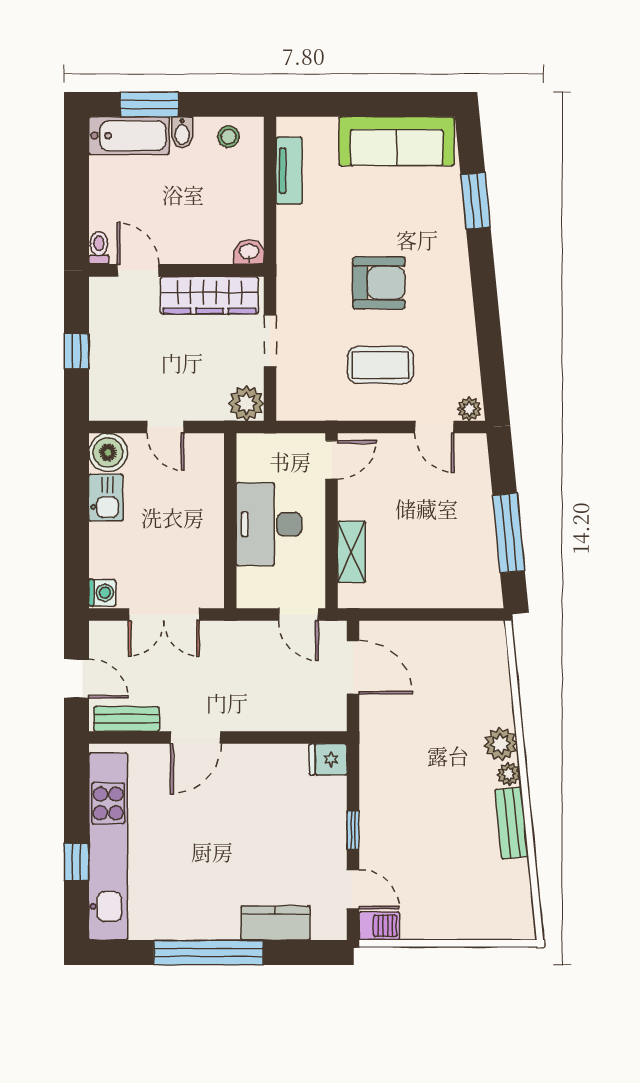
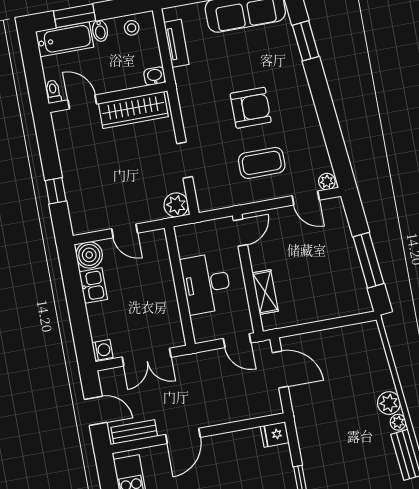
toilet: (99, 248) -> (53, 92), moved
washbasin: (249, 252) -> (155, 76), moved
door: (138, 270) -> (82, 102), moved
wall: (176, 270) -> (108, 97), moved
wardrobe: (210, 295) -> (133, 110), moved

